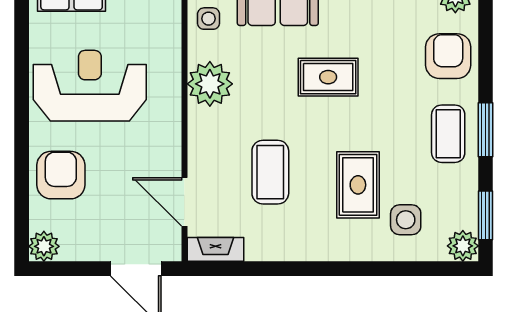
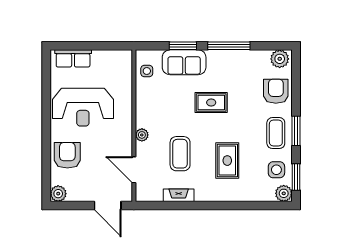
plant: (210, 84) -> (142, 135), moved, width x0.53, depth x0.53
reception desk: (90, 86) -> (83, 107), turned 180
side table: (406, 220) -> (276, 170), moved
fireplace: (215, 249) -> (179, 195), moved

